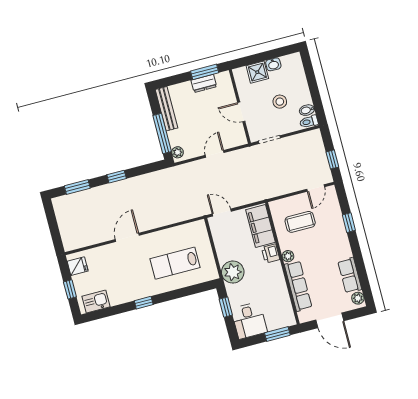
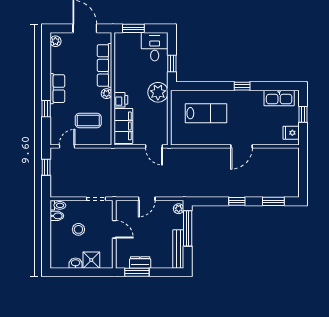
row of seats: (350, 275) -> (57, 89), moved
kitchen sink: (96, 301) -> (279, 98), width x1.38

